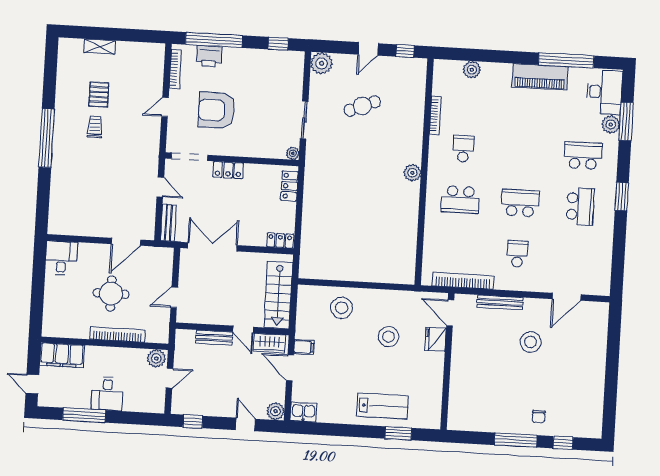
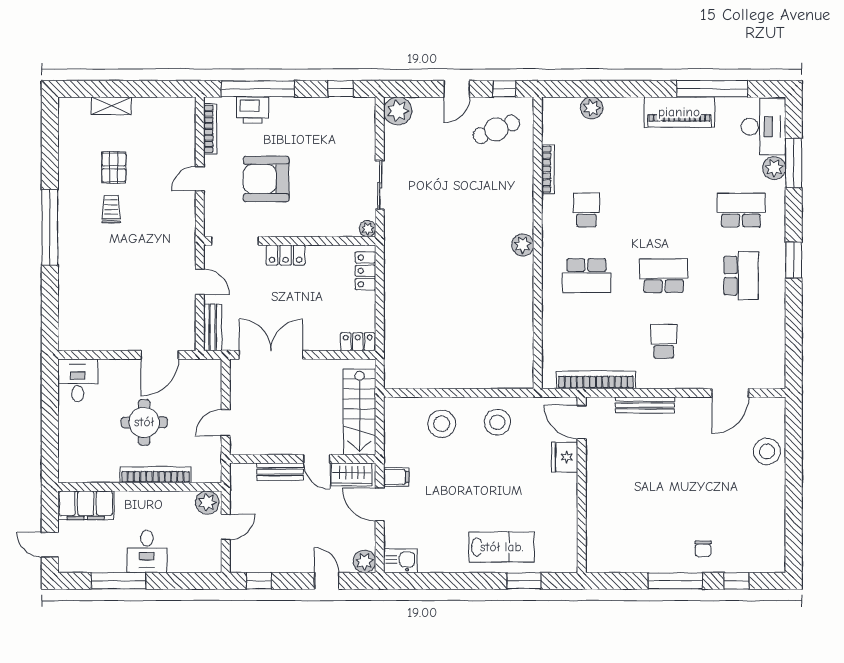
cafe table: (362, 106) -> (496, 129), moved
stool: (388, 337) -> (497, 422), moved
stool: (531, 342) -> (767, 451), moved

